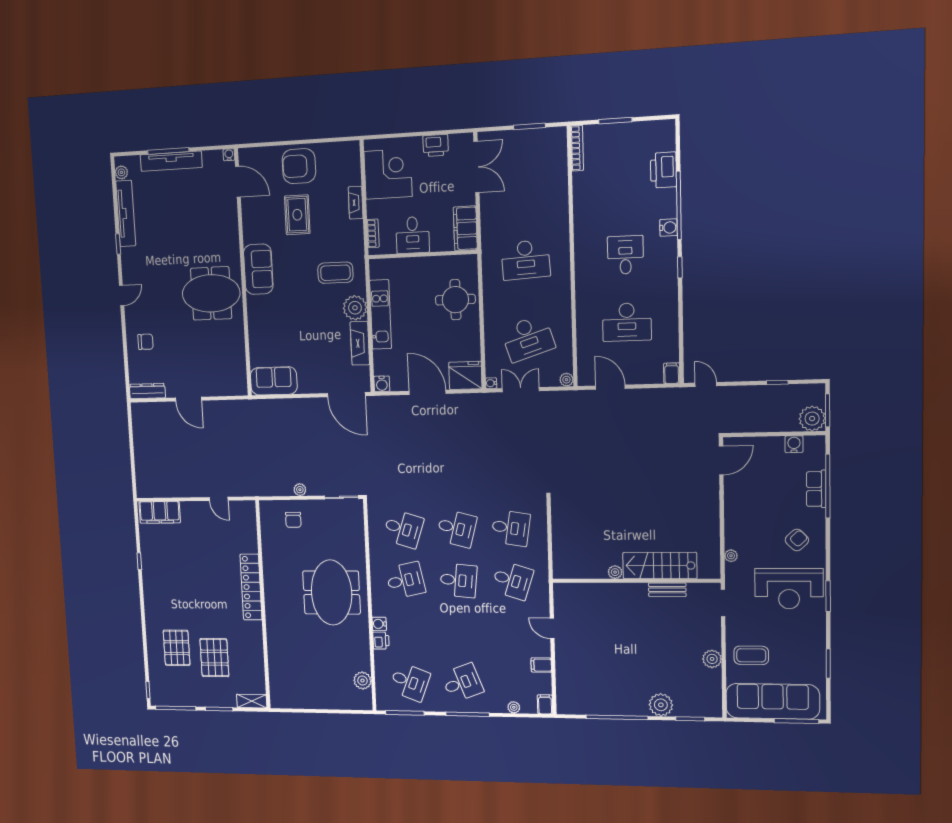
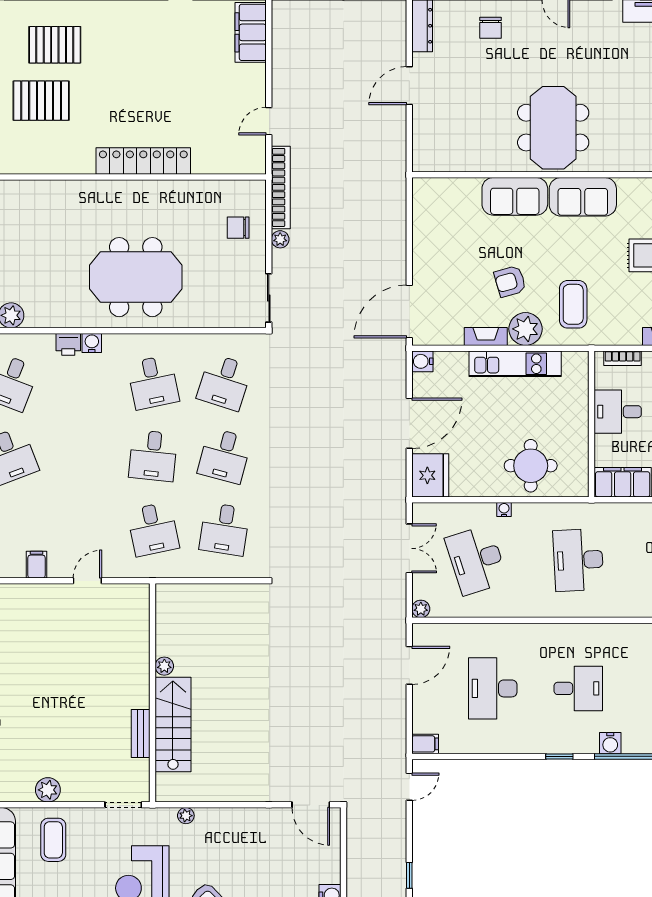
armchair: (321, 321) -> (510, 281), added
fireplace: (360, 343) -> (486, 336), width x0.73, depth x0.76
sofa: (274, 381) -> (515, 196), moved, turned 90
water cooler: (491, 383) -> (504, 509), moved
bookcase: (264, 490) -> (281, 187), added
desk: (512, 580) -> (153, 529), turned -30

